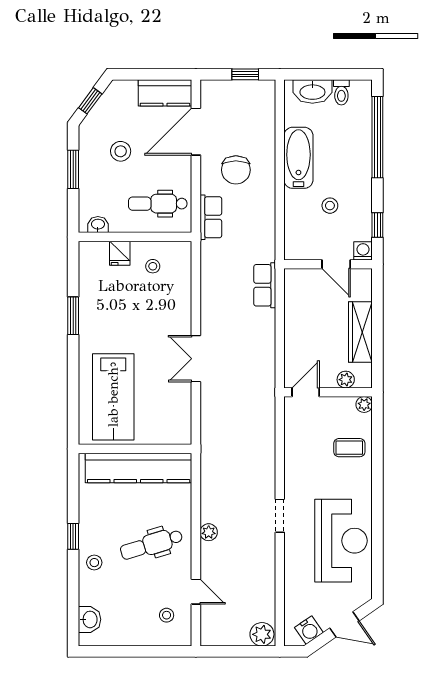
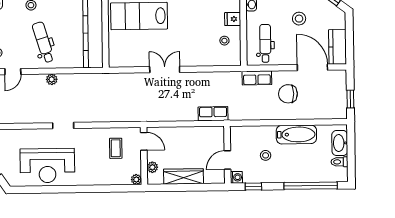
coffee table: (349, 448) -> (116, 148), moved

